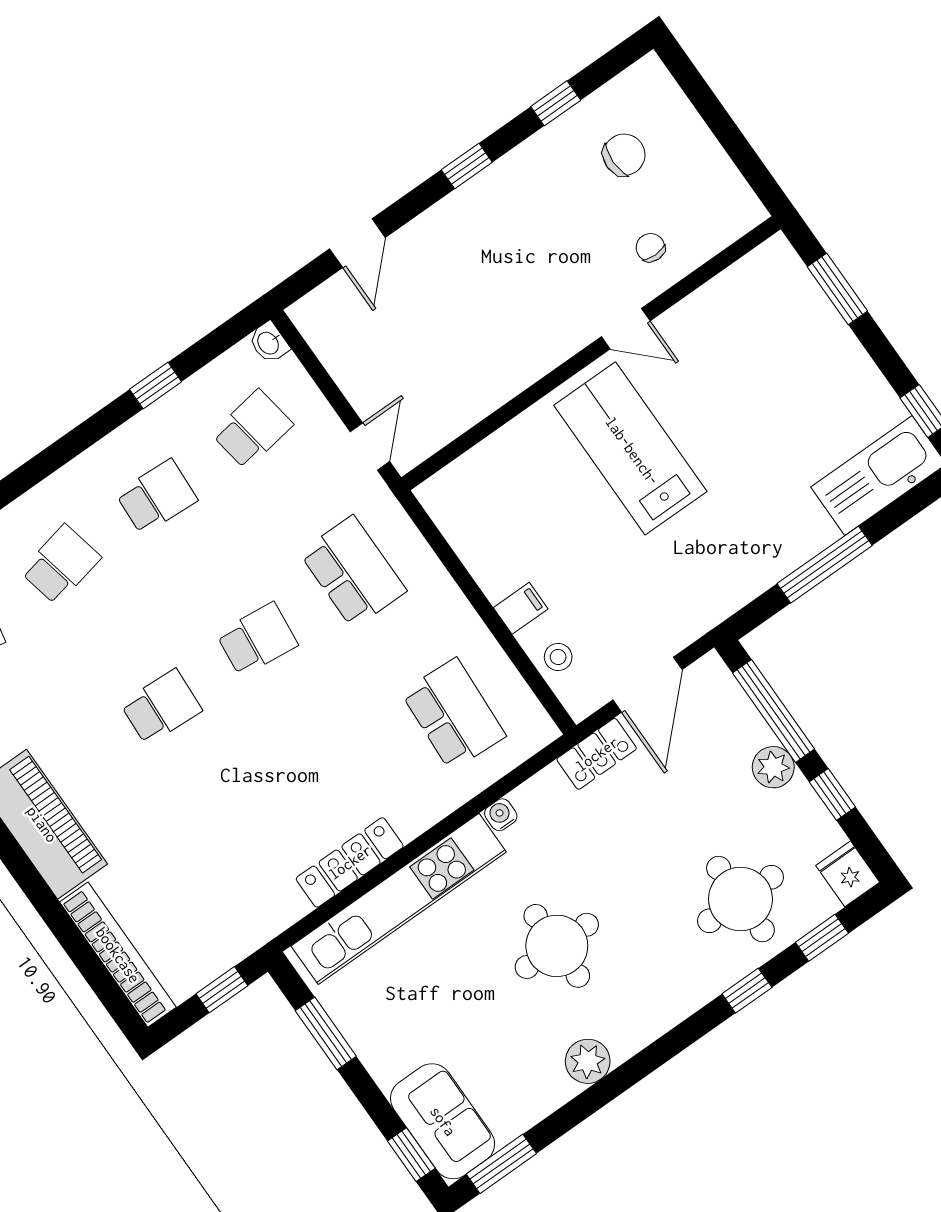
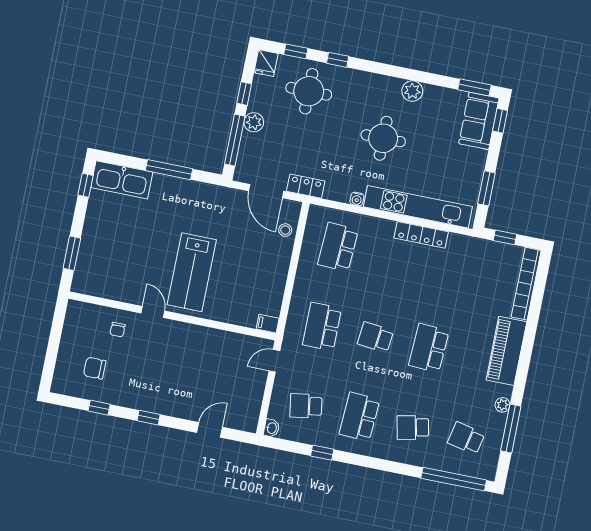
school desk: (157, 497) -> (359, 417), width x1.85
filing cabinet: (521, 608) -> (268, 324), moved
door: (647, 685) -> (266, 191), swing flipped
school desk: (161, 707) -> (429, 348), width x1.85

